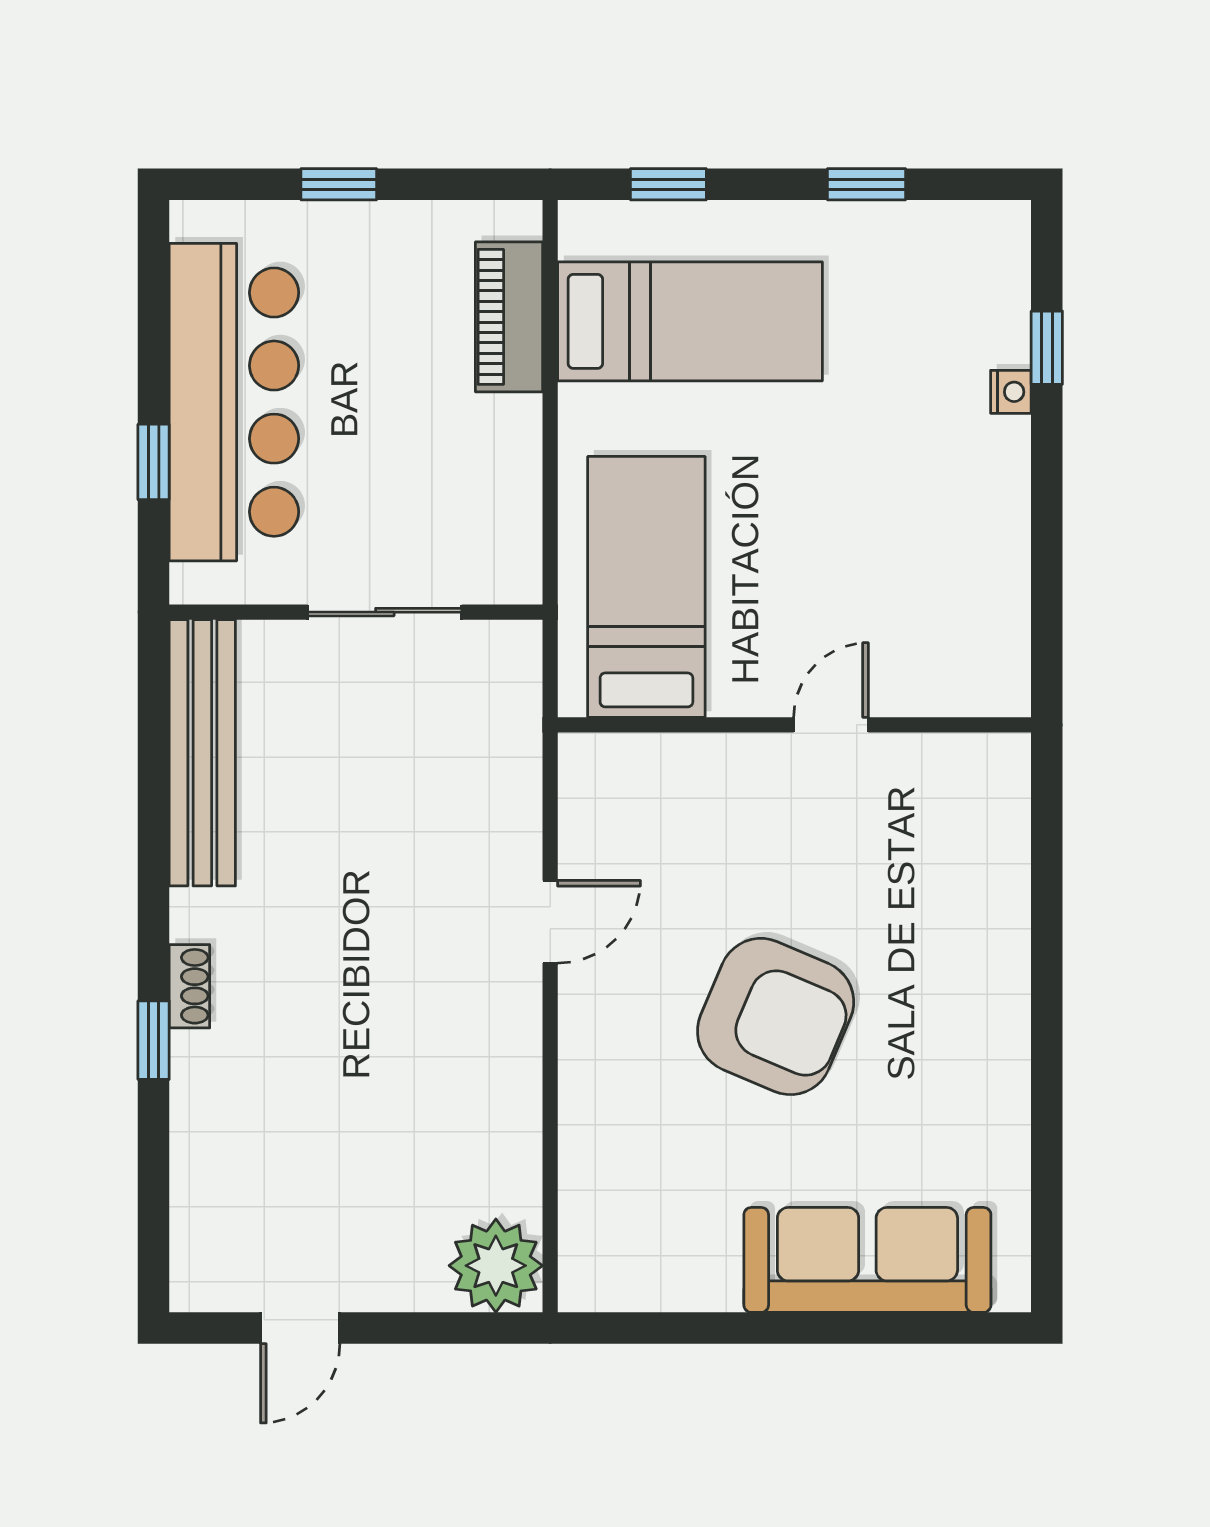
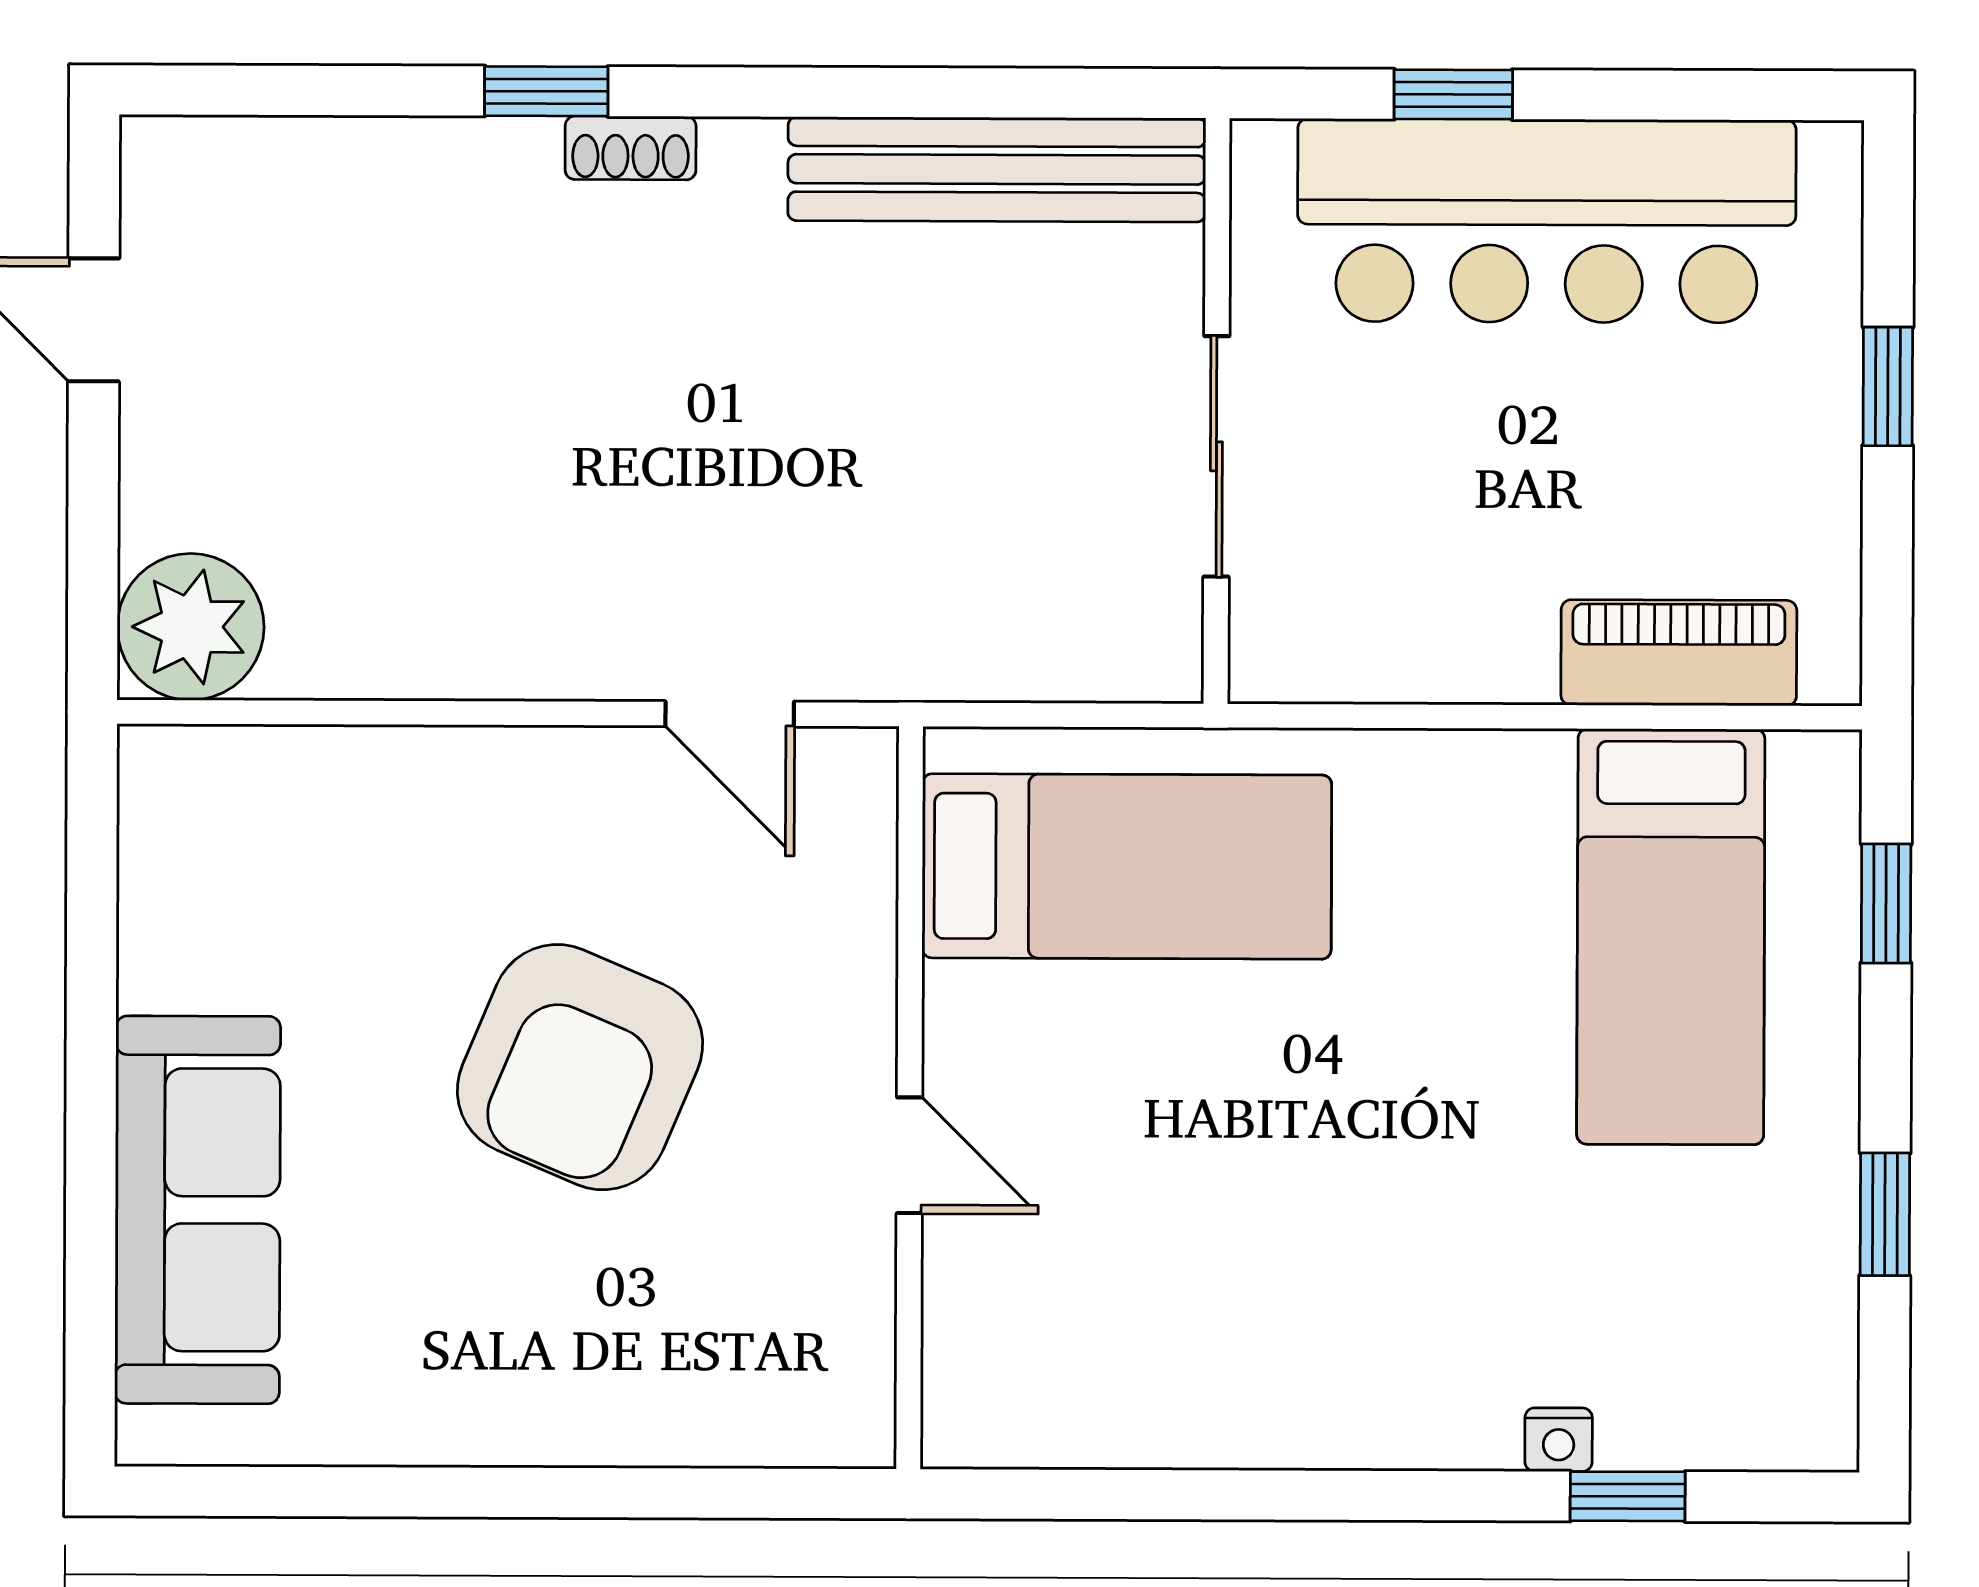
bed: (646, 587) -> (1127, 866), moved
wall: (794, 725) -> (910, 1098), moved
door: (831, 725) -> (909, 1155), moved

